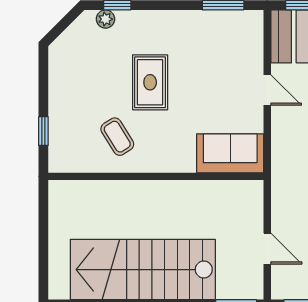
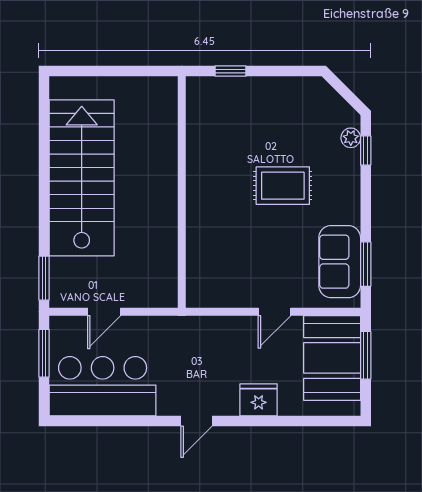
coffee table: (117, 137) -> (224, 150), removed
sofa: (230, 153) -> (340, 262), moved, turned 180

